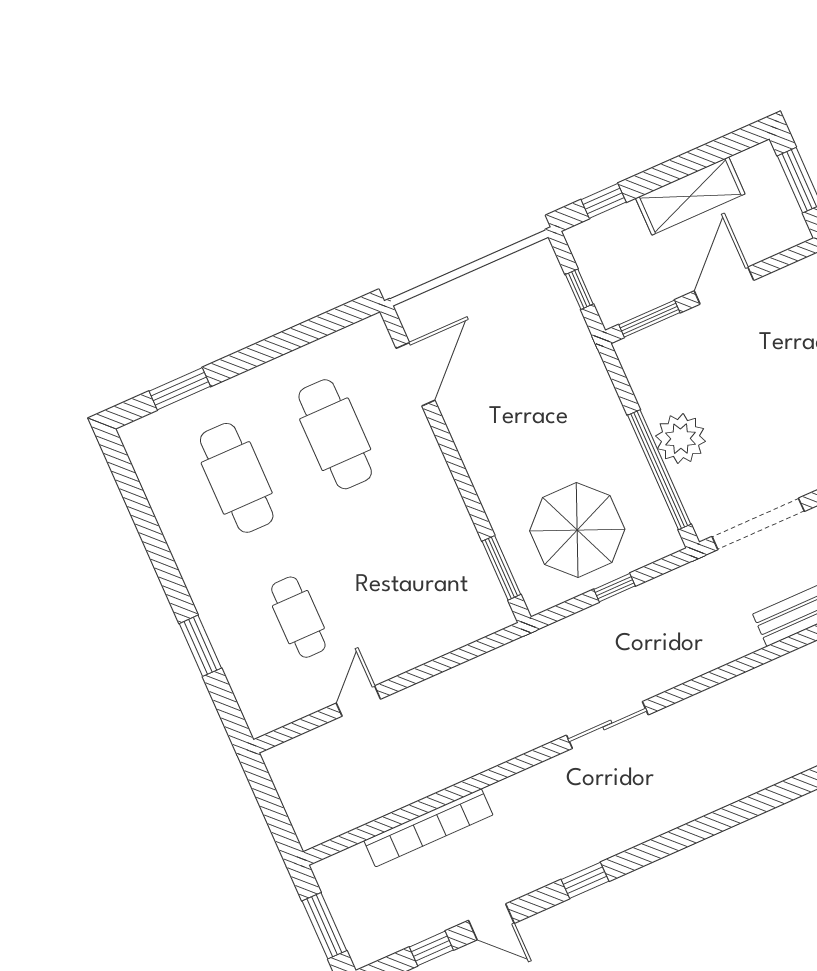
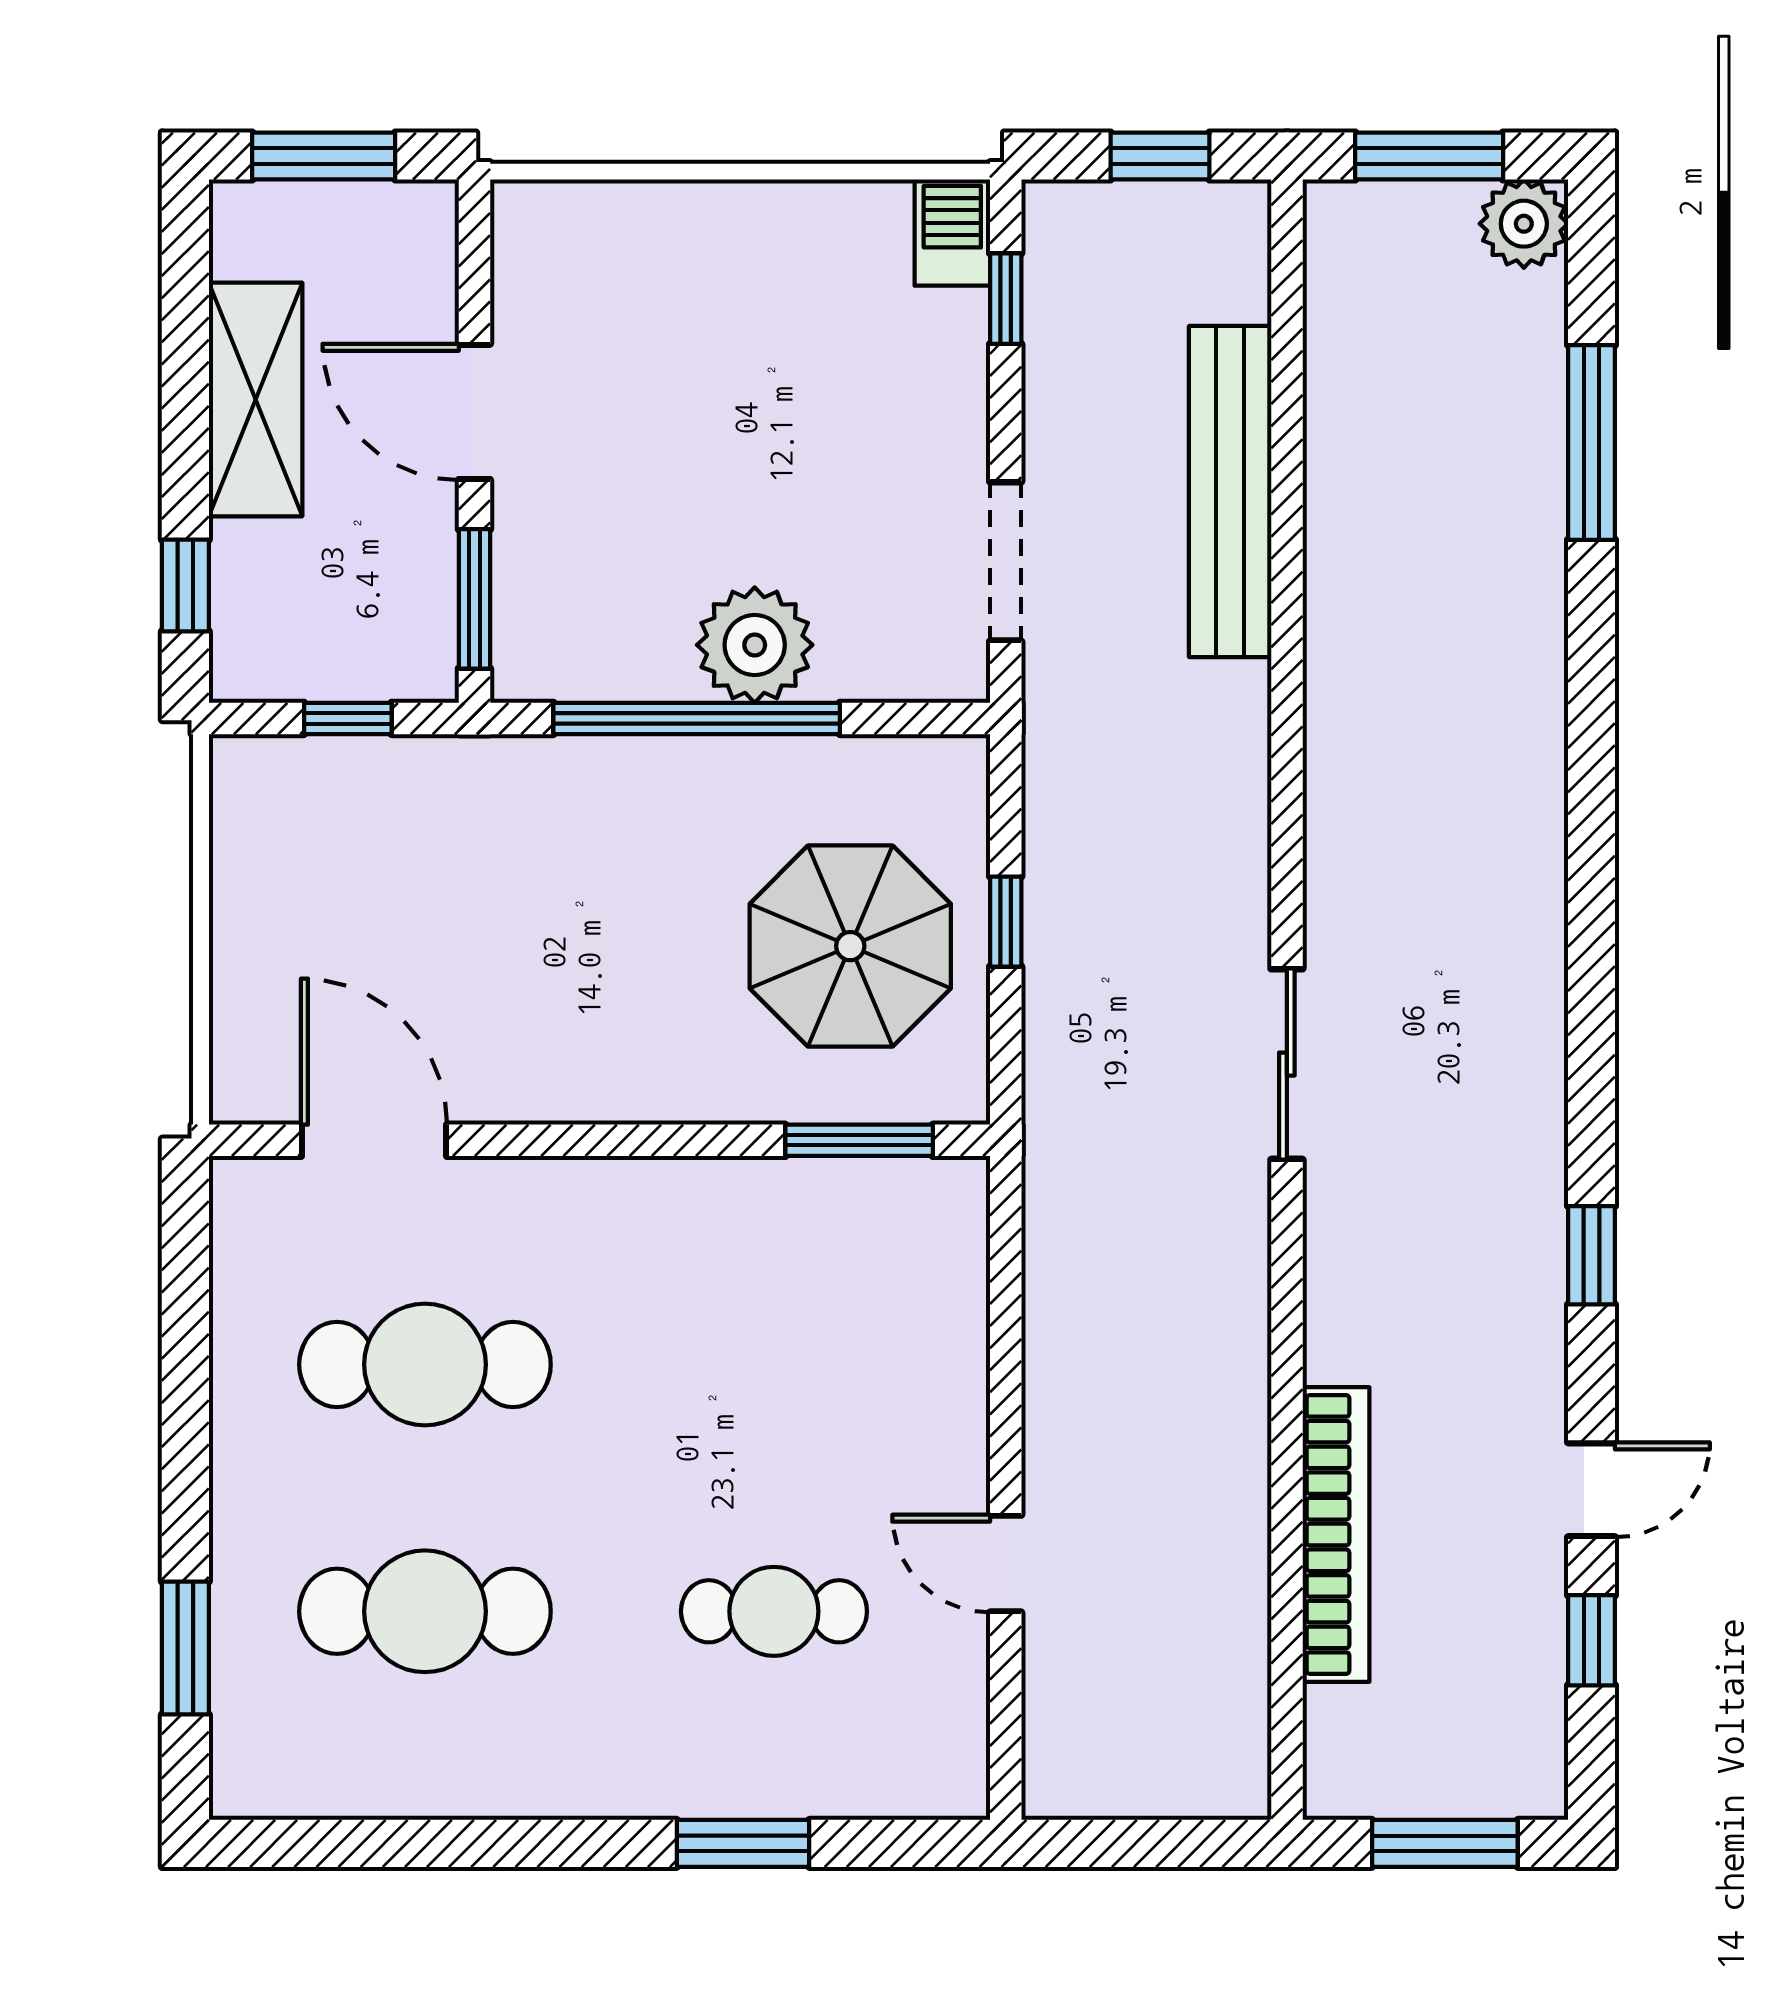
window: (659, 470) -> (697, 718), moved
doorway: (758, 524) -> (1006, 561), width x0.73

